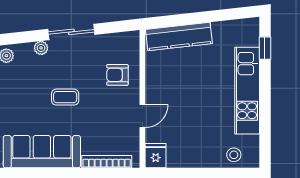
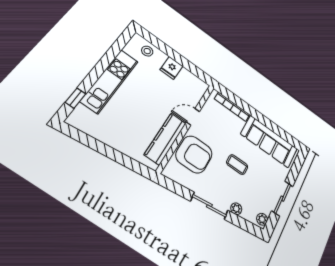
kitchen counter: (179, 37) -> (165, 139), moved, turned -84
armchair: (117, 75) -> (194, 154), width x1.88, depth x1.88
fridge: (156, 156) -> (171, 68), moved

